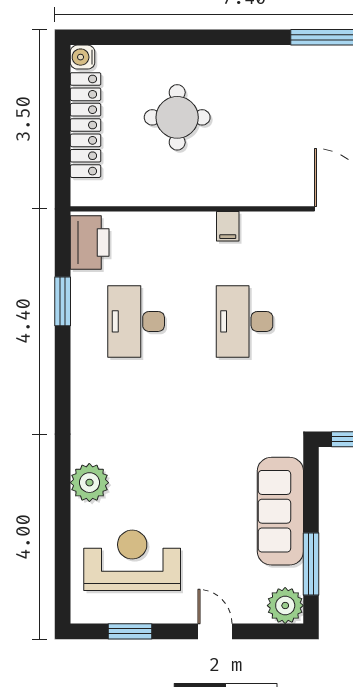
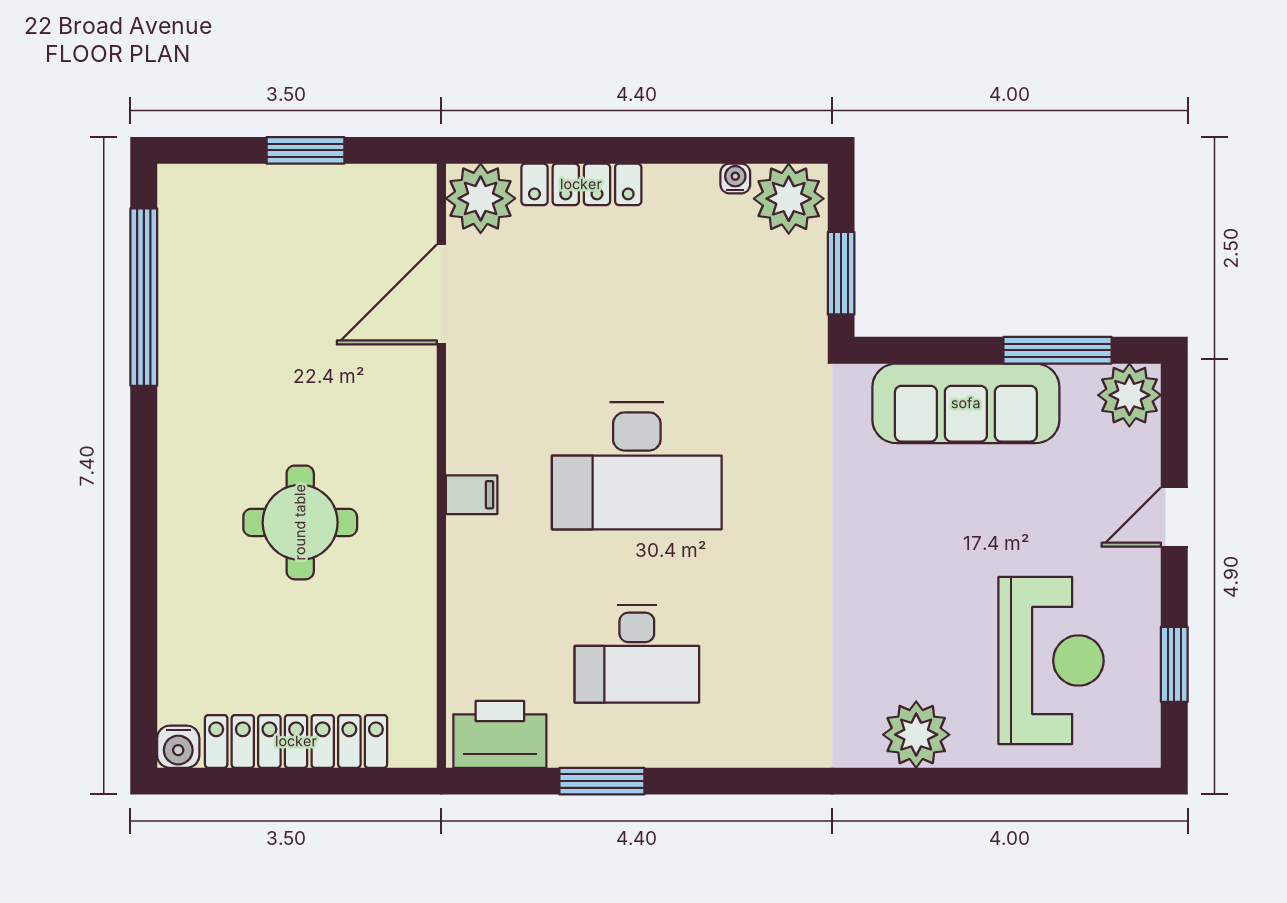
round table: (177, 117) -> (300, 522), moved
desk: (244, 321) -> (637, 466), width x1.36, depth x1.30
reception desk: (132, 560) -> (1051, 661), turned 180

